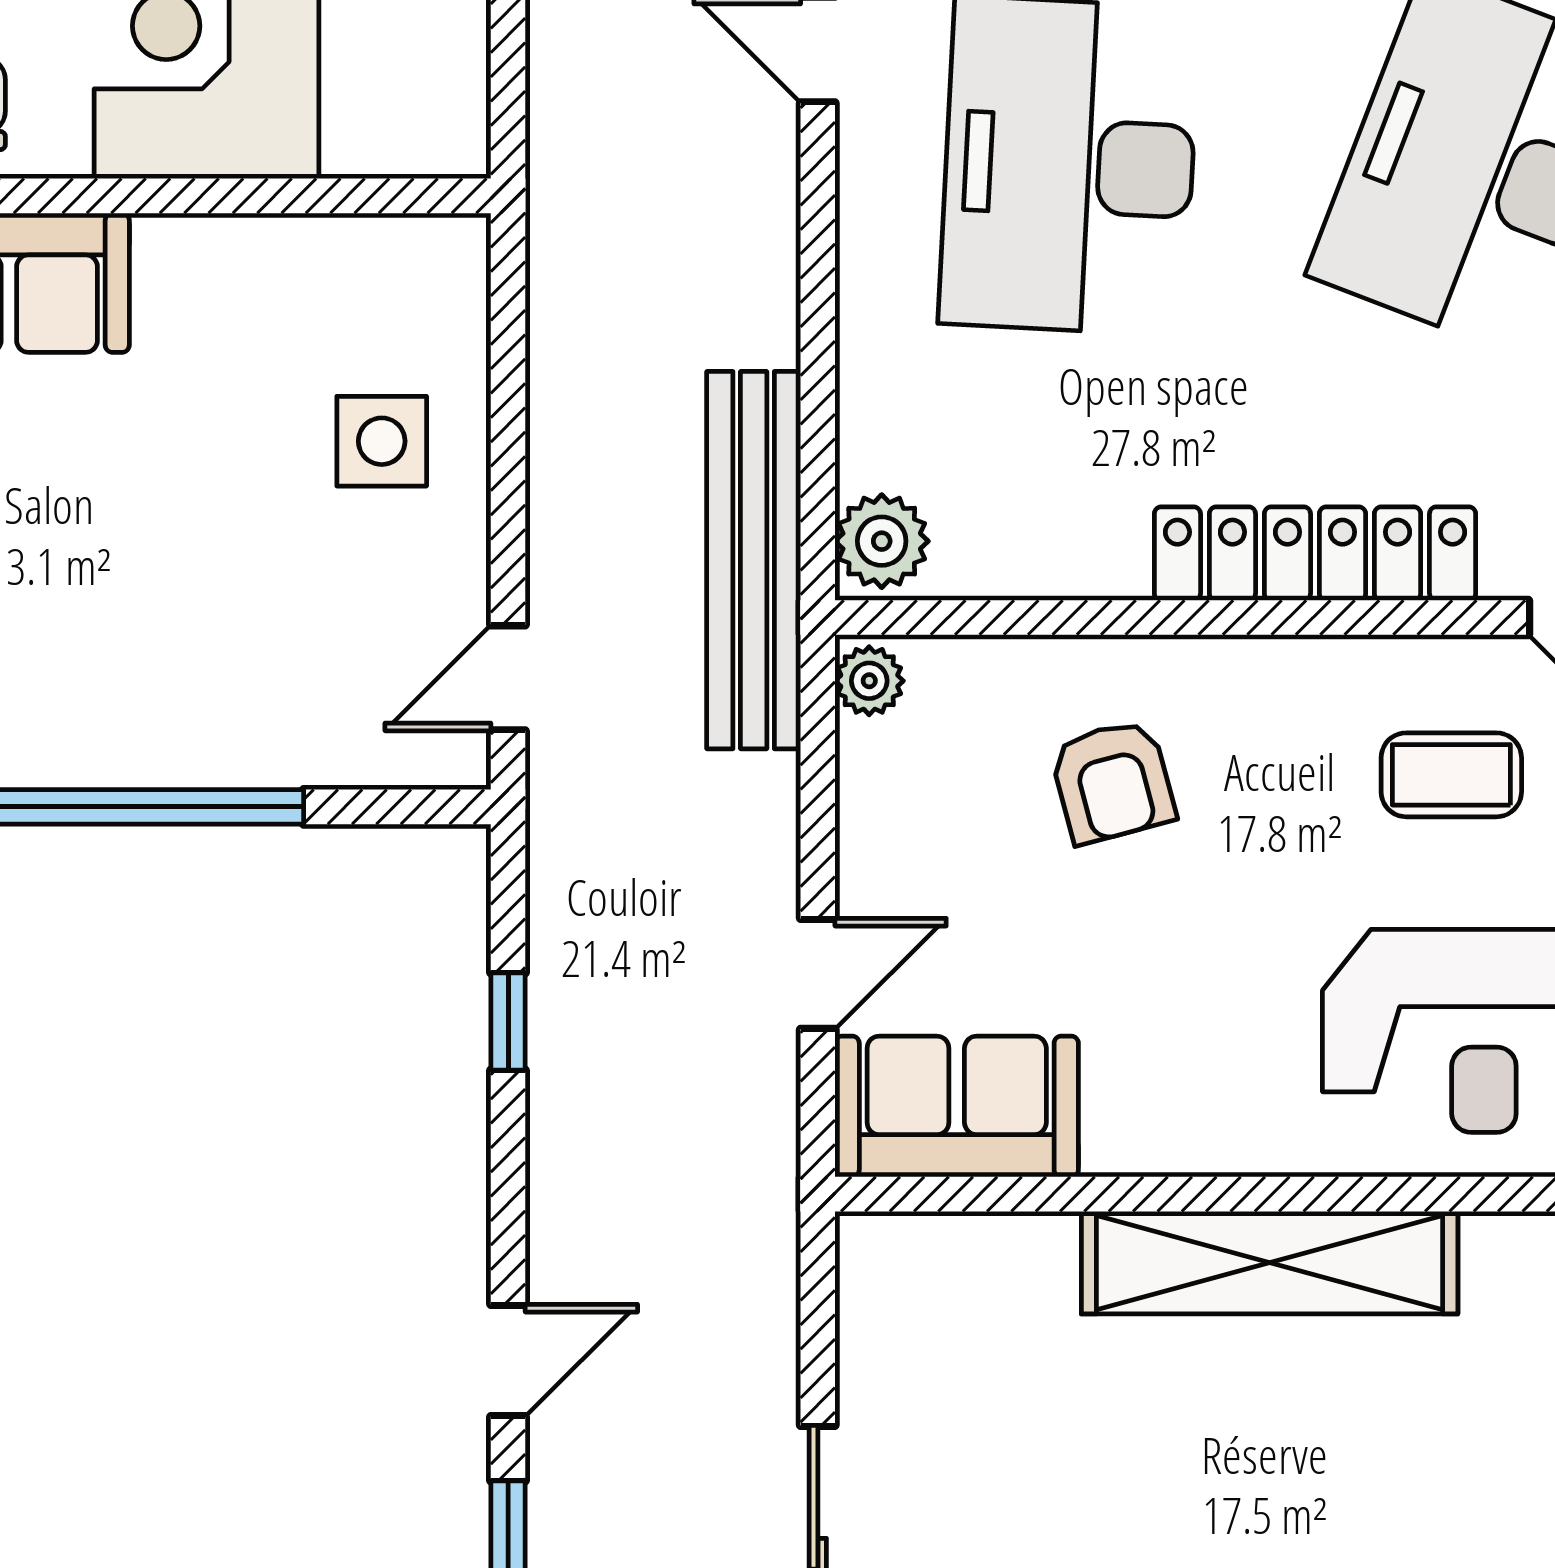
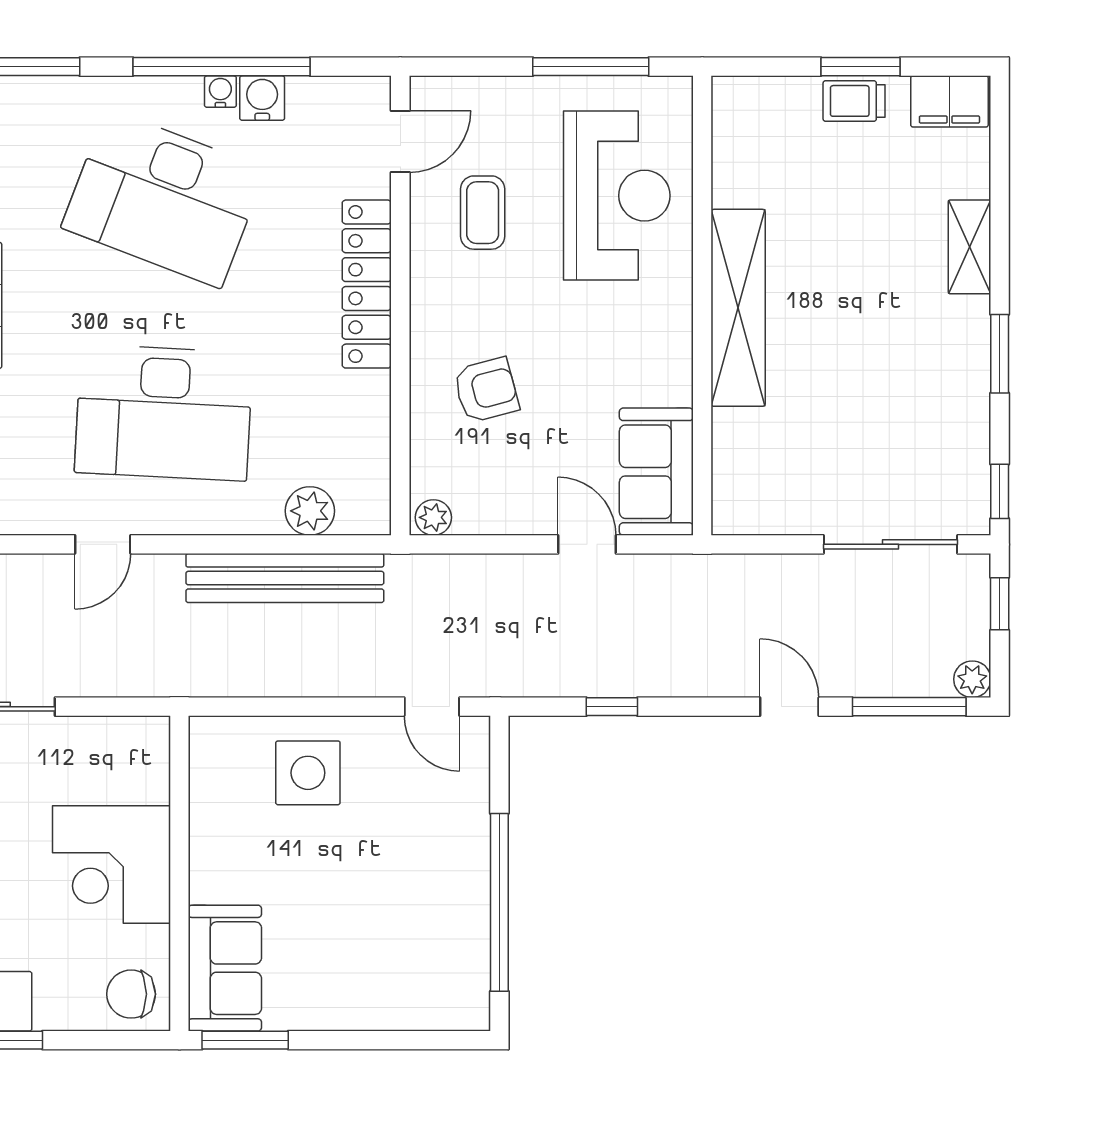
side table: (382, 441) -> (308, 773), width x1.37, depth x1.37
plant: (882, 541) -> (310, 511), moved
bench: (754, 560) -> (285, 578), moved

